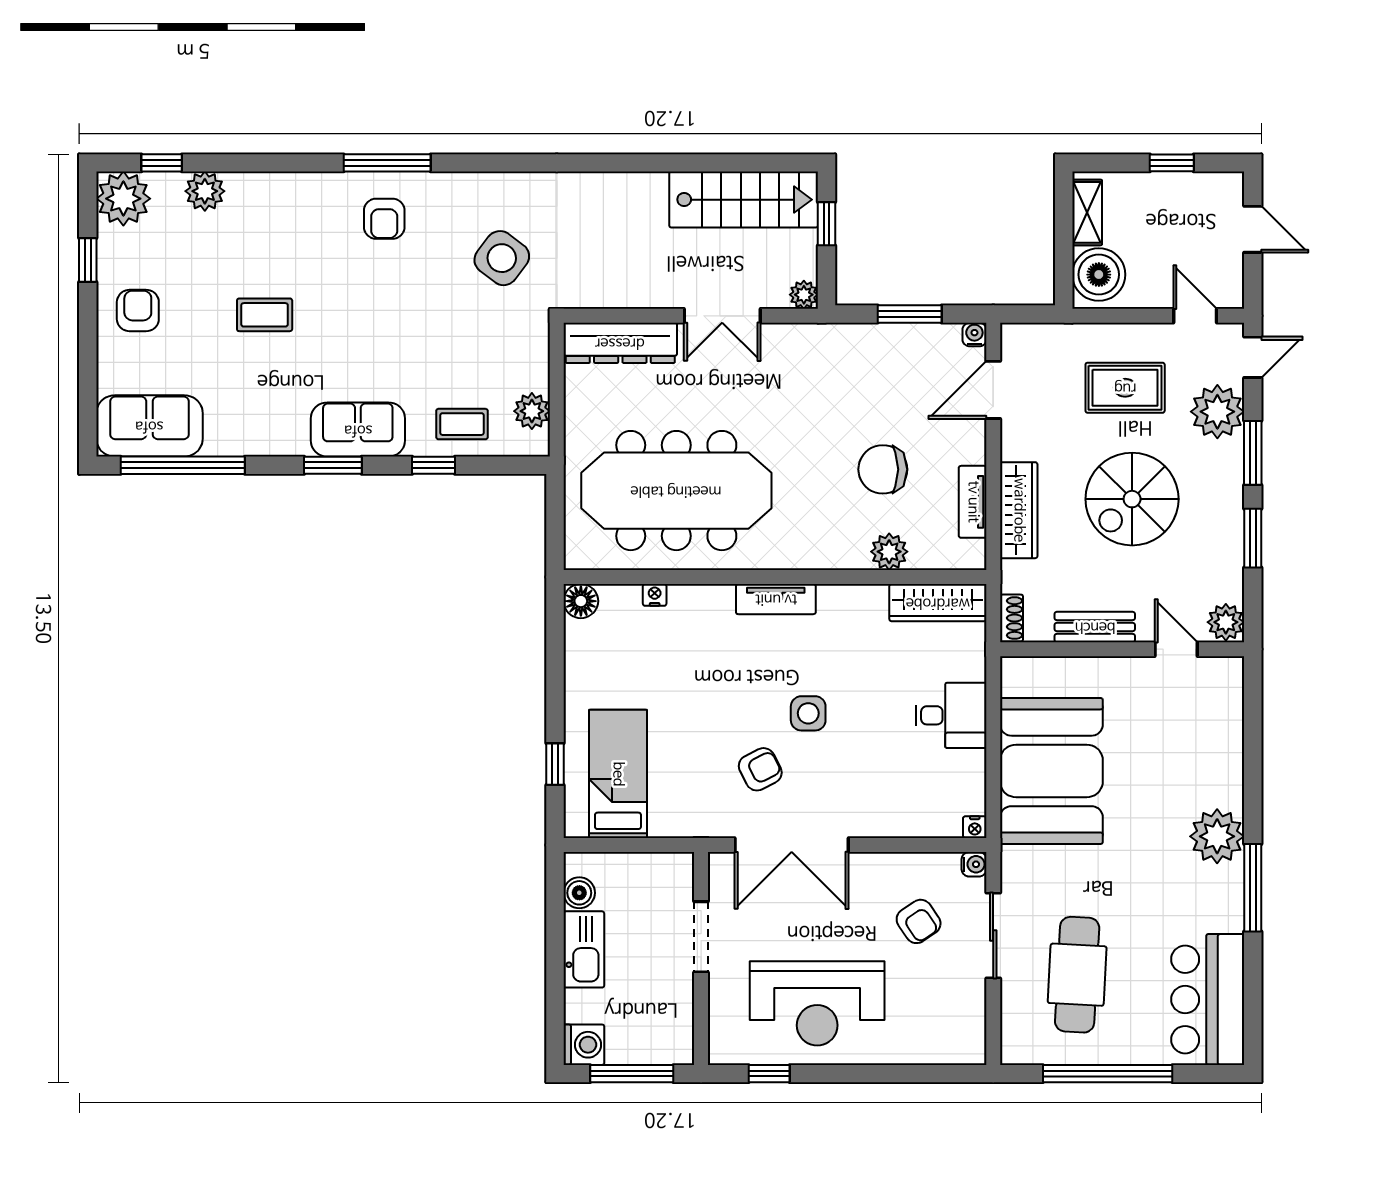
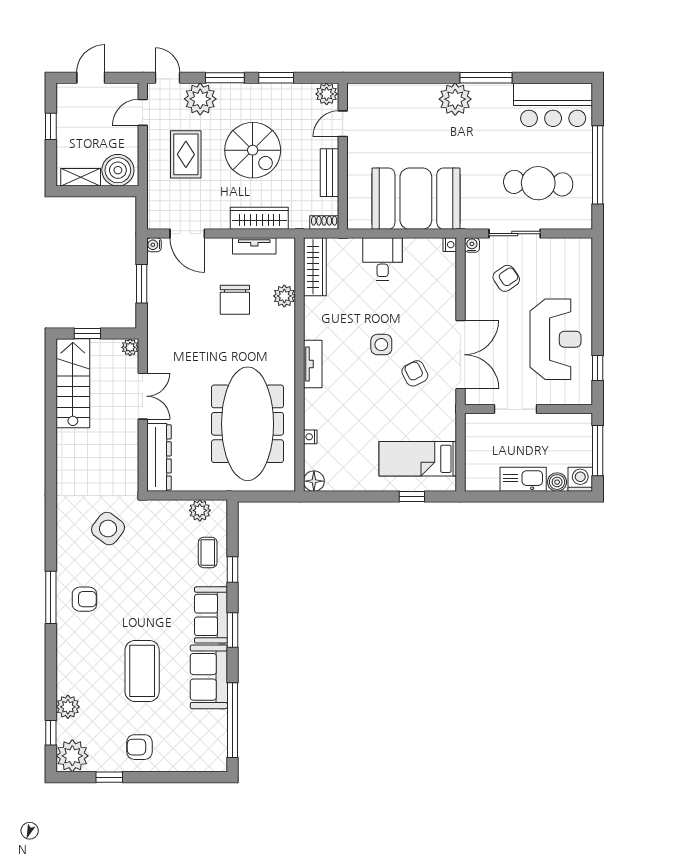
coffee table: (265, 315) -> (142, 671), width x1.86, depth x1.72
sofa: (149, 426) -> (209, 677), moved
boiler: (579, 893) -> (557, 482), moved

